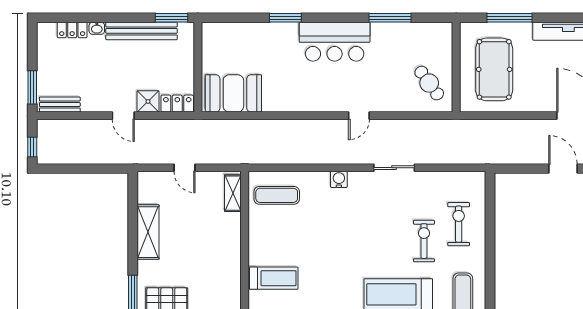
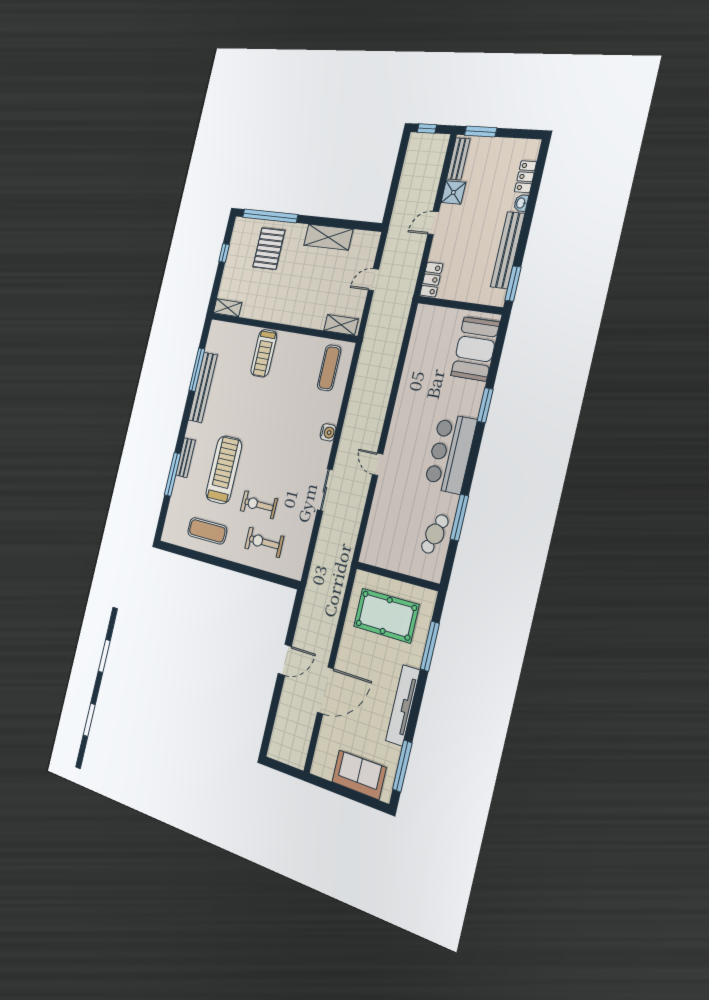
cafe table: (429, 83) -> (435, 534), moved, turned -36
booth: (233, 93) -> (475, 349), moved
shower: (148, 101) -> (453, 192), moved
exercise bike: (459, 224) -> (264, 542), turned 180
exercise bike: (424, 241) -> (259, 505), turned 180

